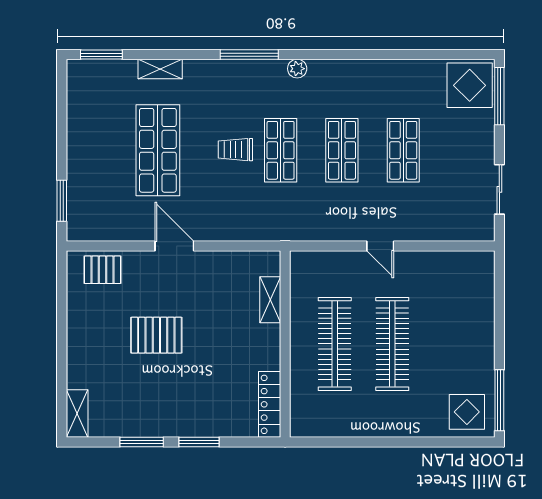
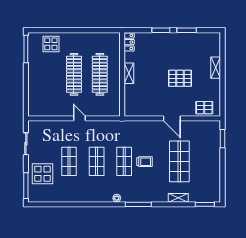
display table: (470, 85) -> (42, 174), moved
shelving: (270, 300) -> (129, 73), moved
locker: (270, 404) -> (129, 42), width x0.66
display table: (467, 412) -> (51, 44), moved
shelving: (77, 414) -> (216, 68), moved

